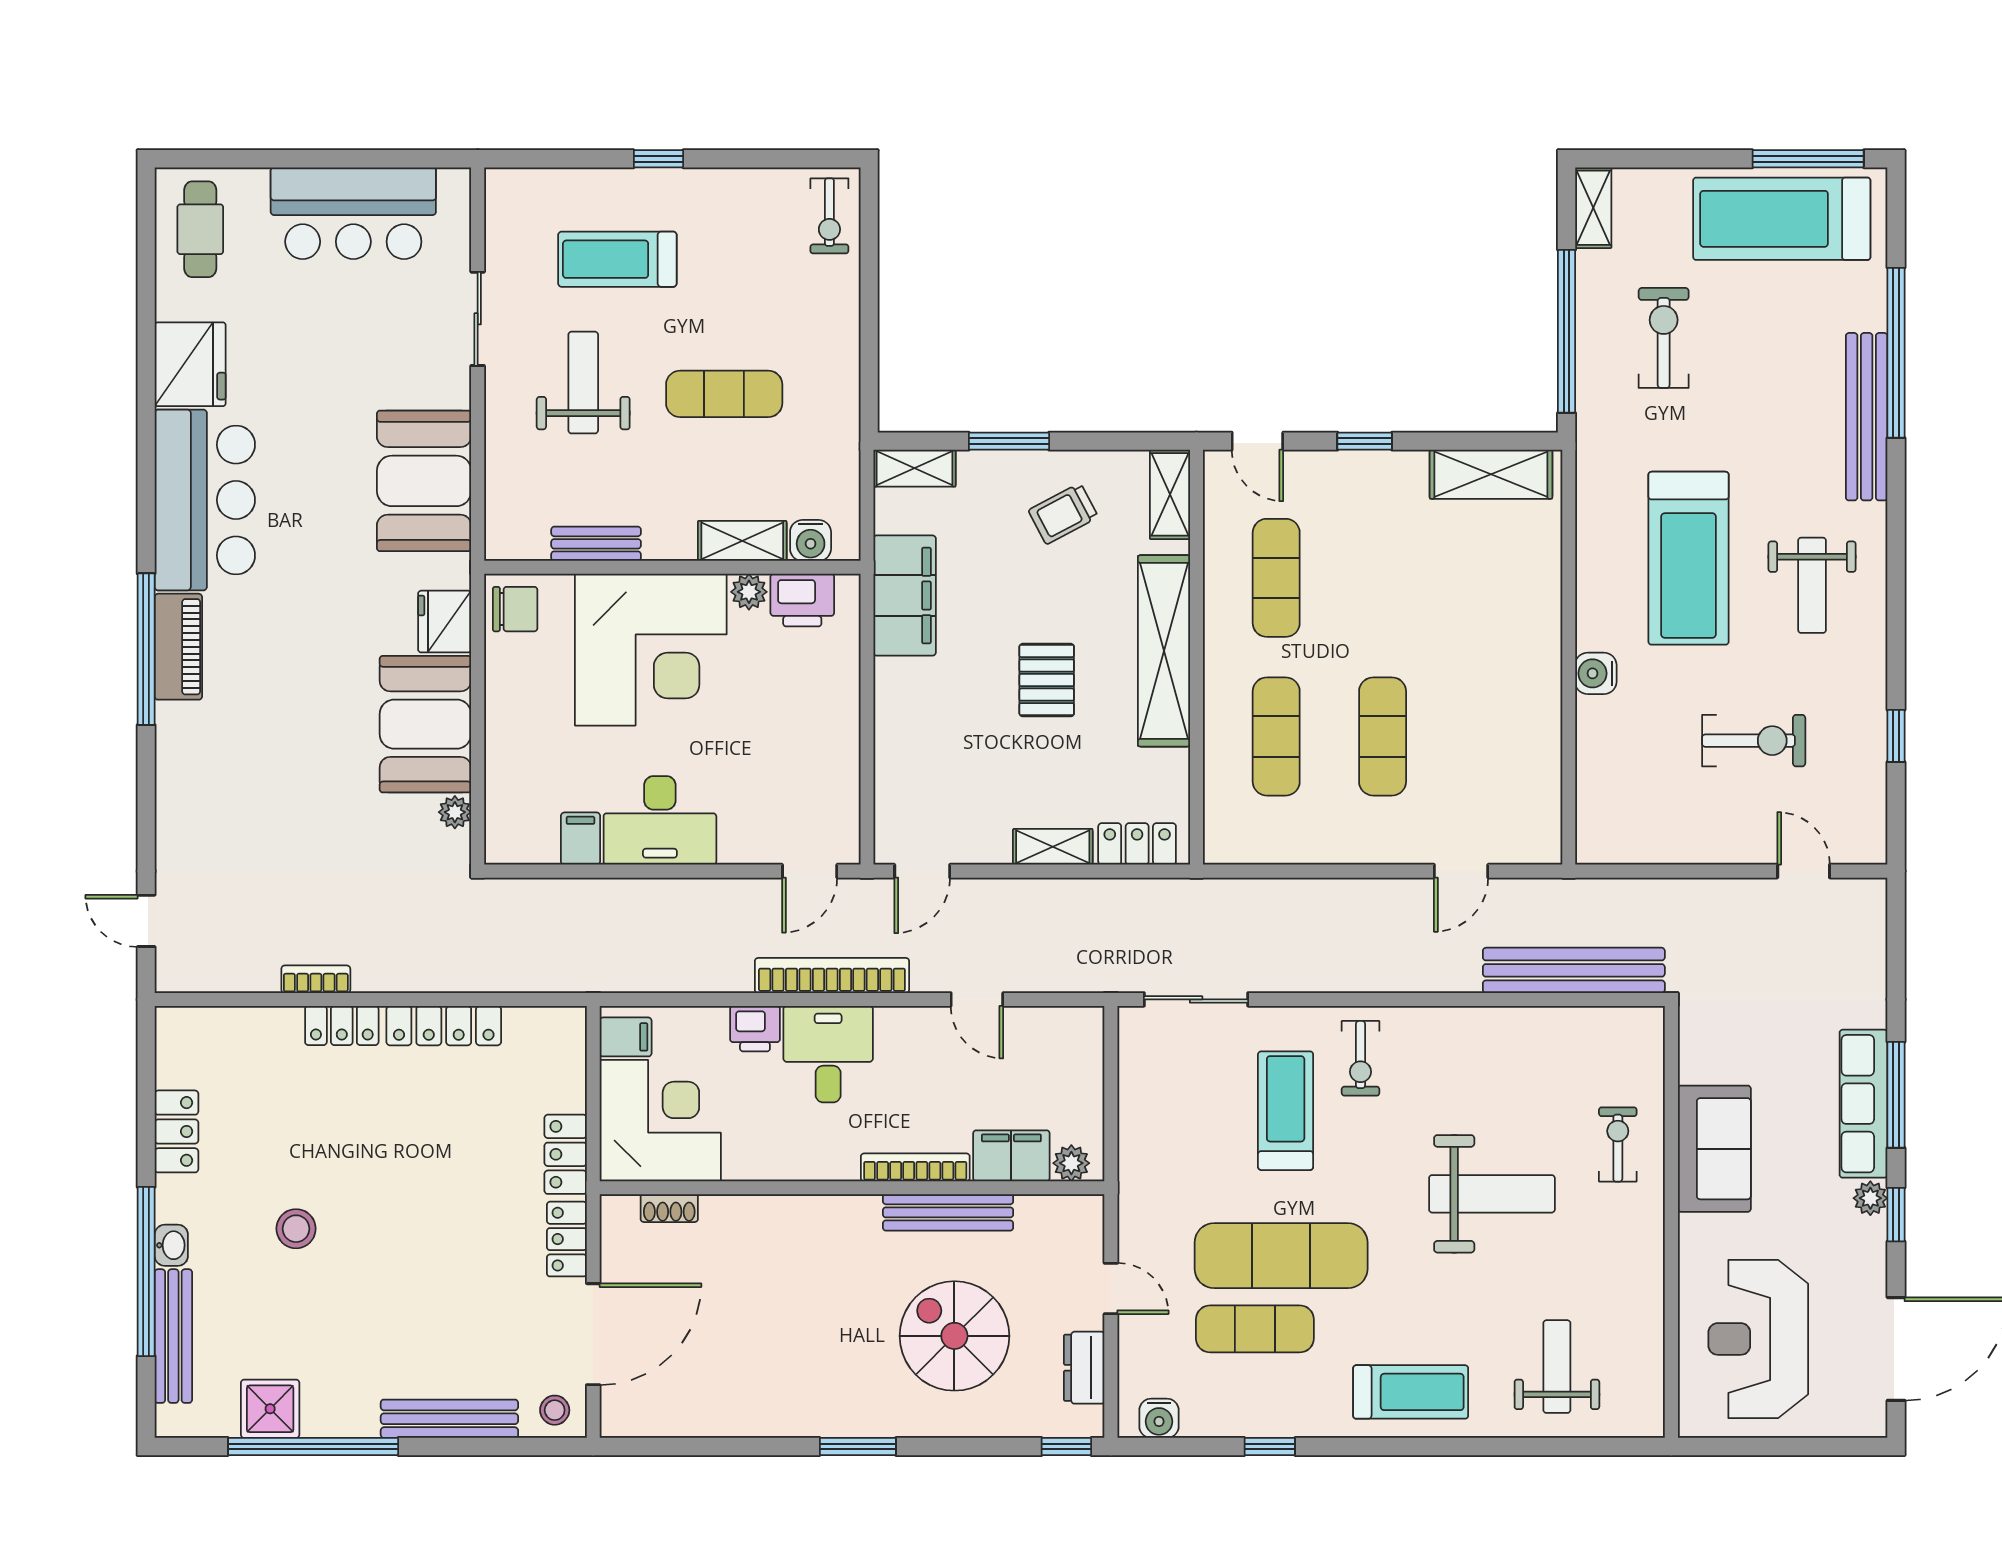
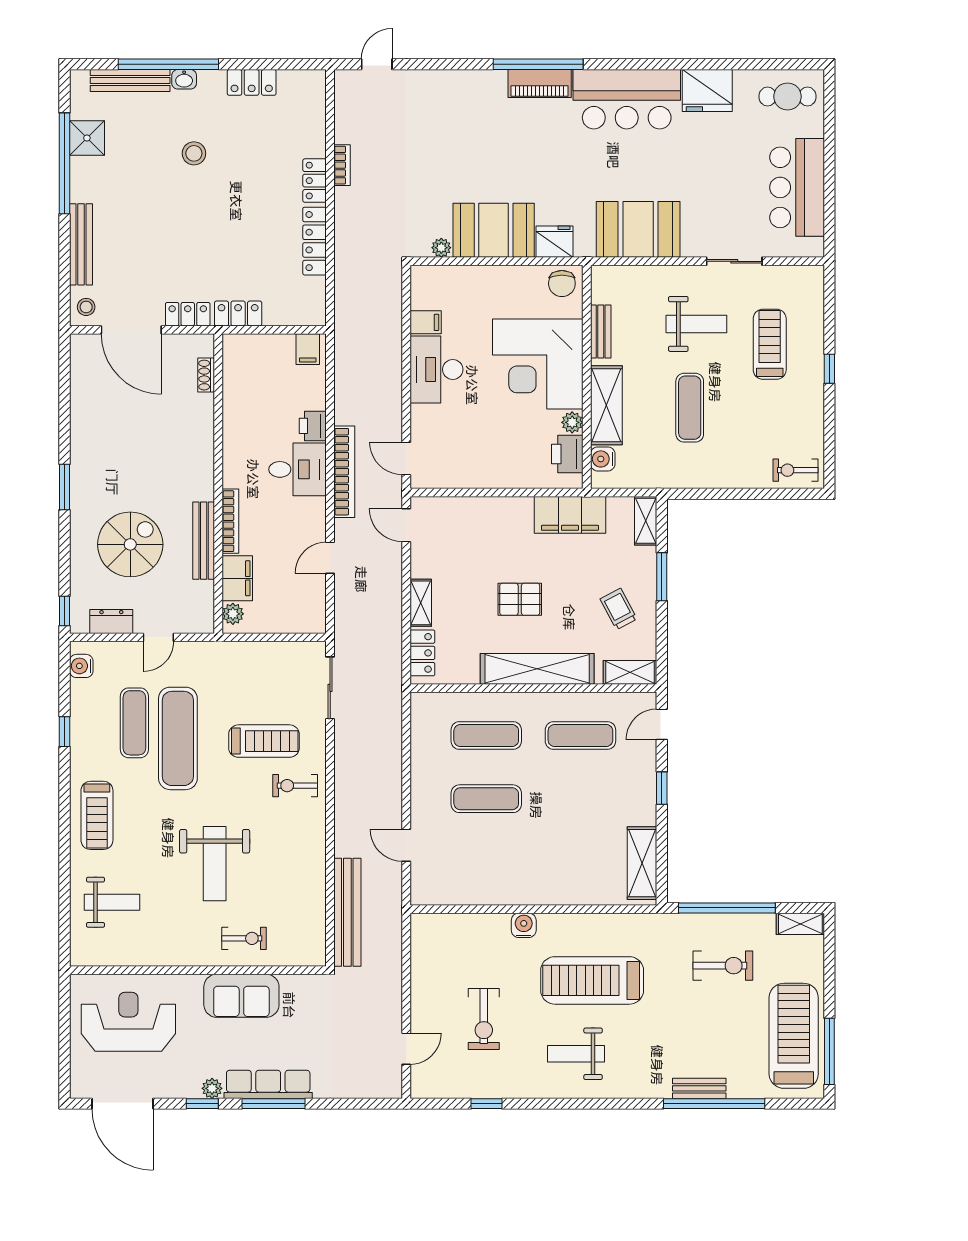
bench: (1867, 417) -> (699, 1088), width x0.54, depth x0.82
shelving: (742, 541) -> (606, 405), width x1.50, depth x1.33
corner desk: (660, 1121) -> (258, 370), removed

